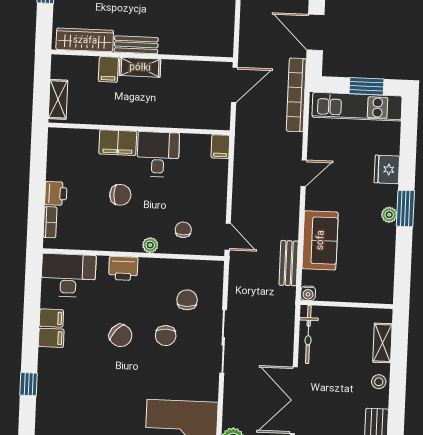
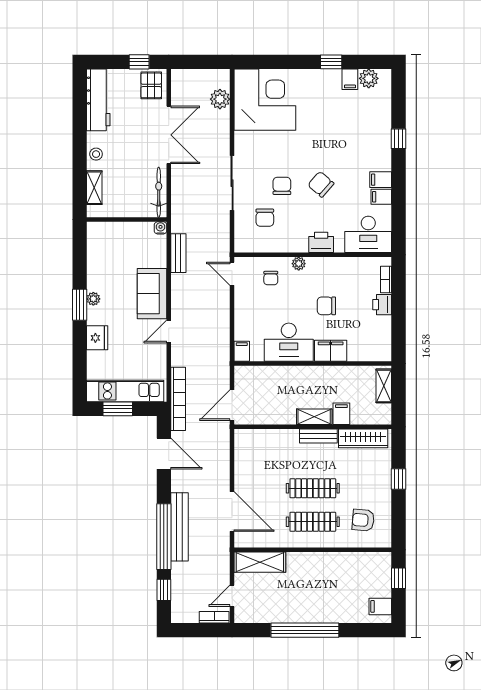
desk: (158, 154) -> (289, 342), width x1.37
sofa: (320, 240) -> (152, 294), moved

